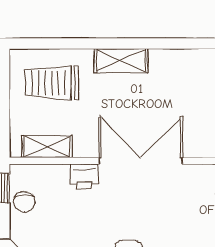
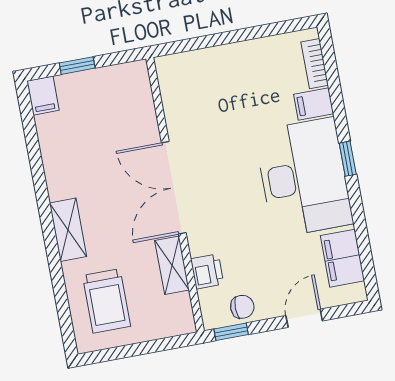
shelving: (47, 147) -> (172, 265), moved
printer: (84, 176) -> (207, 271), moved

